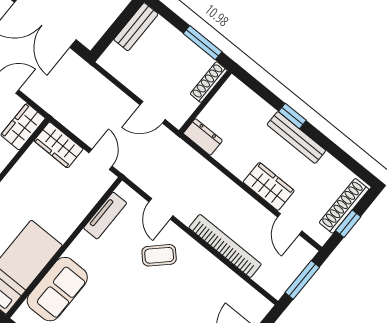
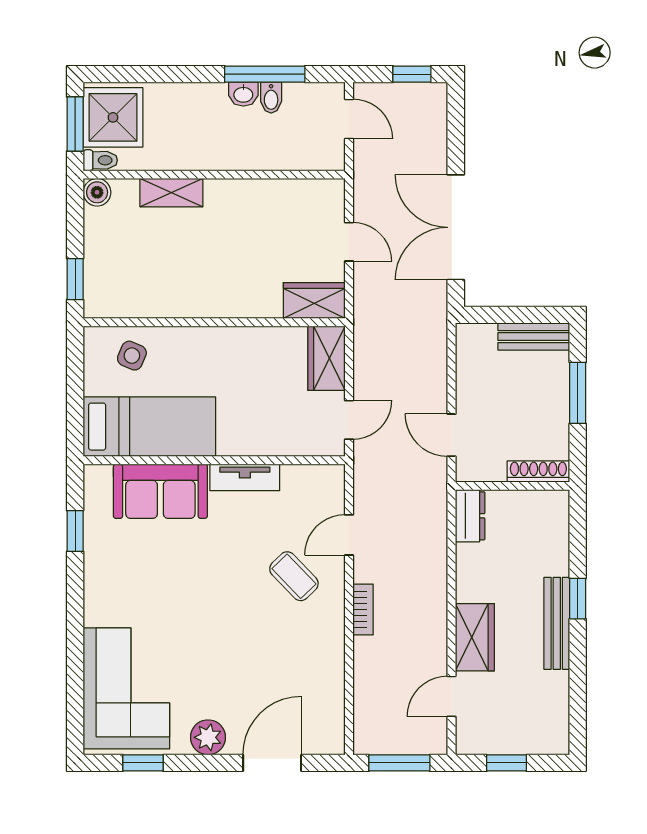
window: (203, 43) -> (578, 393), moved
shoe rack: (344, 206) -> (523, 742), removed
tv unit: (105, 216) -> (245, 477), moved
bookcase: (225, 246) -> (363, 610), width x0.43, depth x0.76

